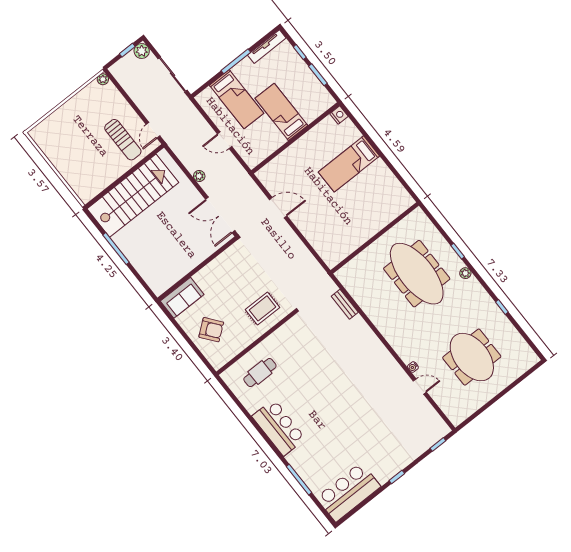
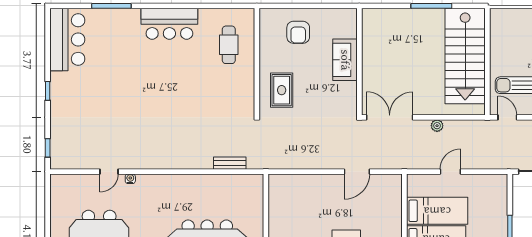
bed: (237, 99) -> (437, 211), moved, turned 180
sofa: (182, 298) -> (345, 60), moved
armchair: (211, 330) -> (298, 32), turned -52

